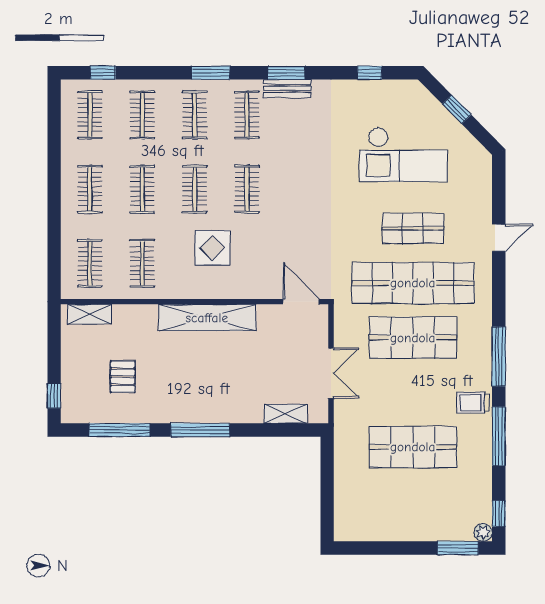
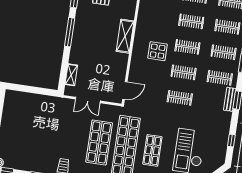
clothes rail: (142, 263) -> (180, 98), moved
shelving: (207, 318) -> (125, 36), width x0.68
shop shelf: (413, 447) -> (46, 134), removed

